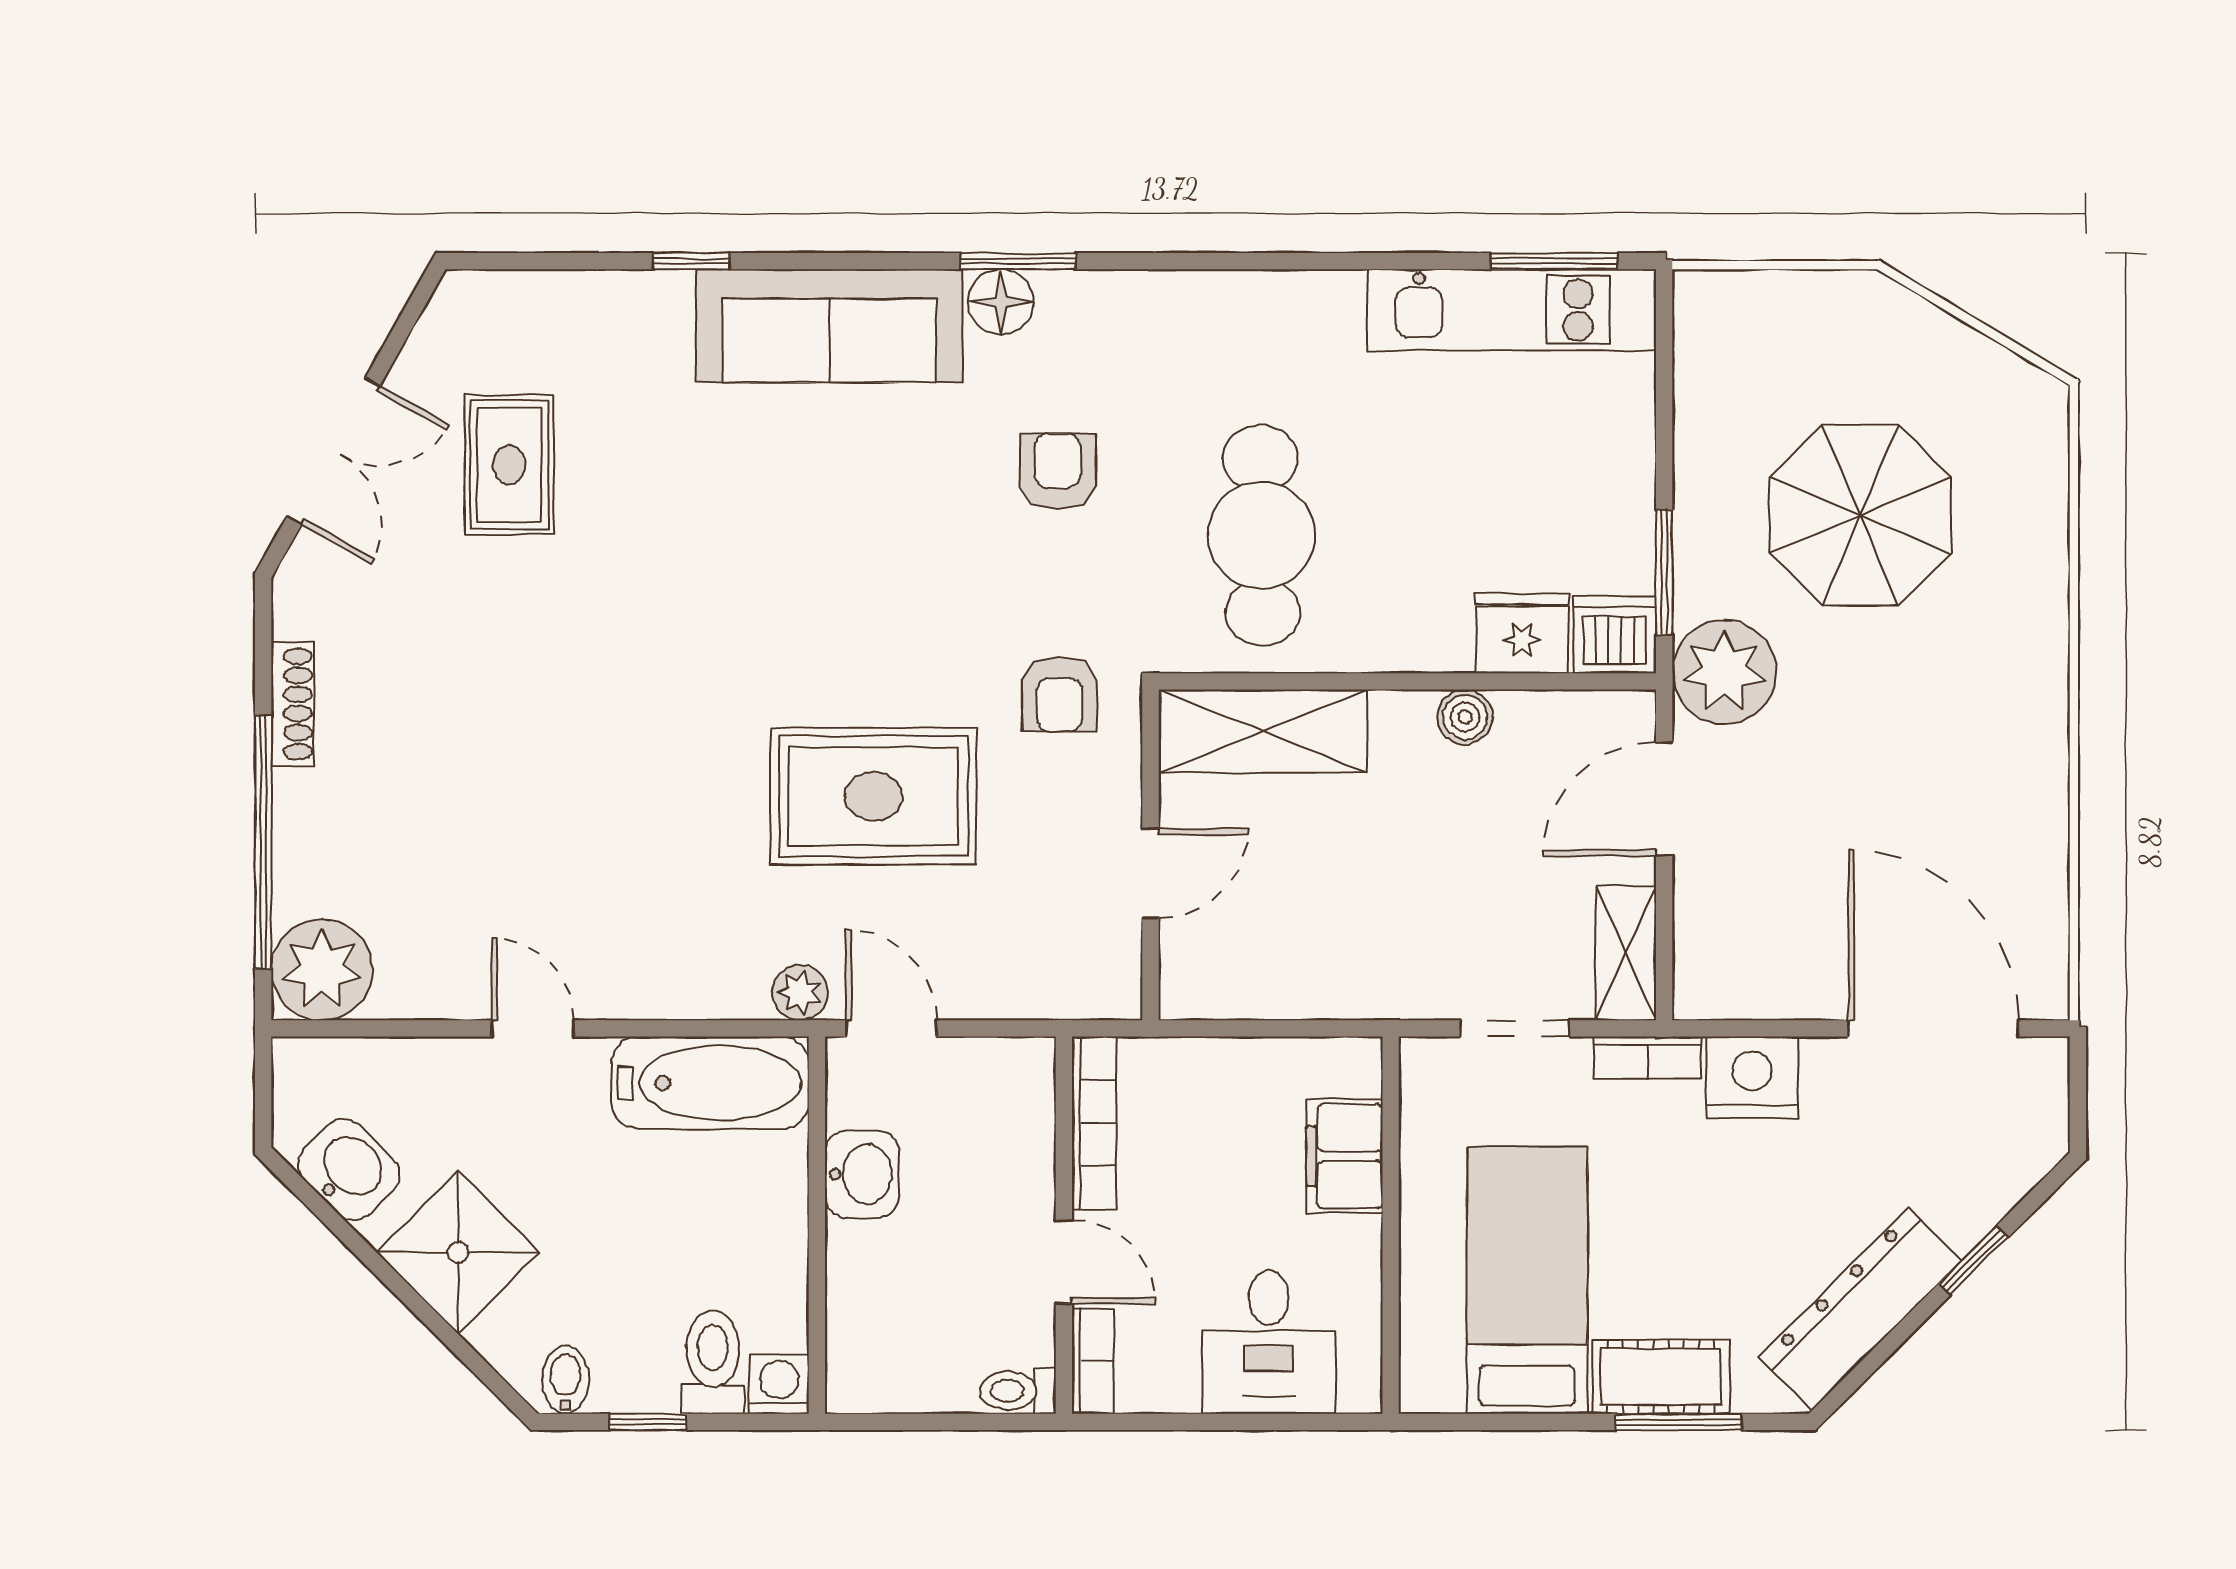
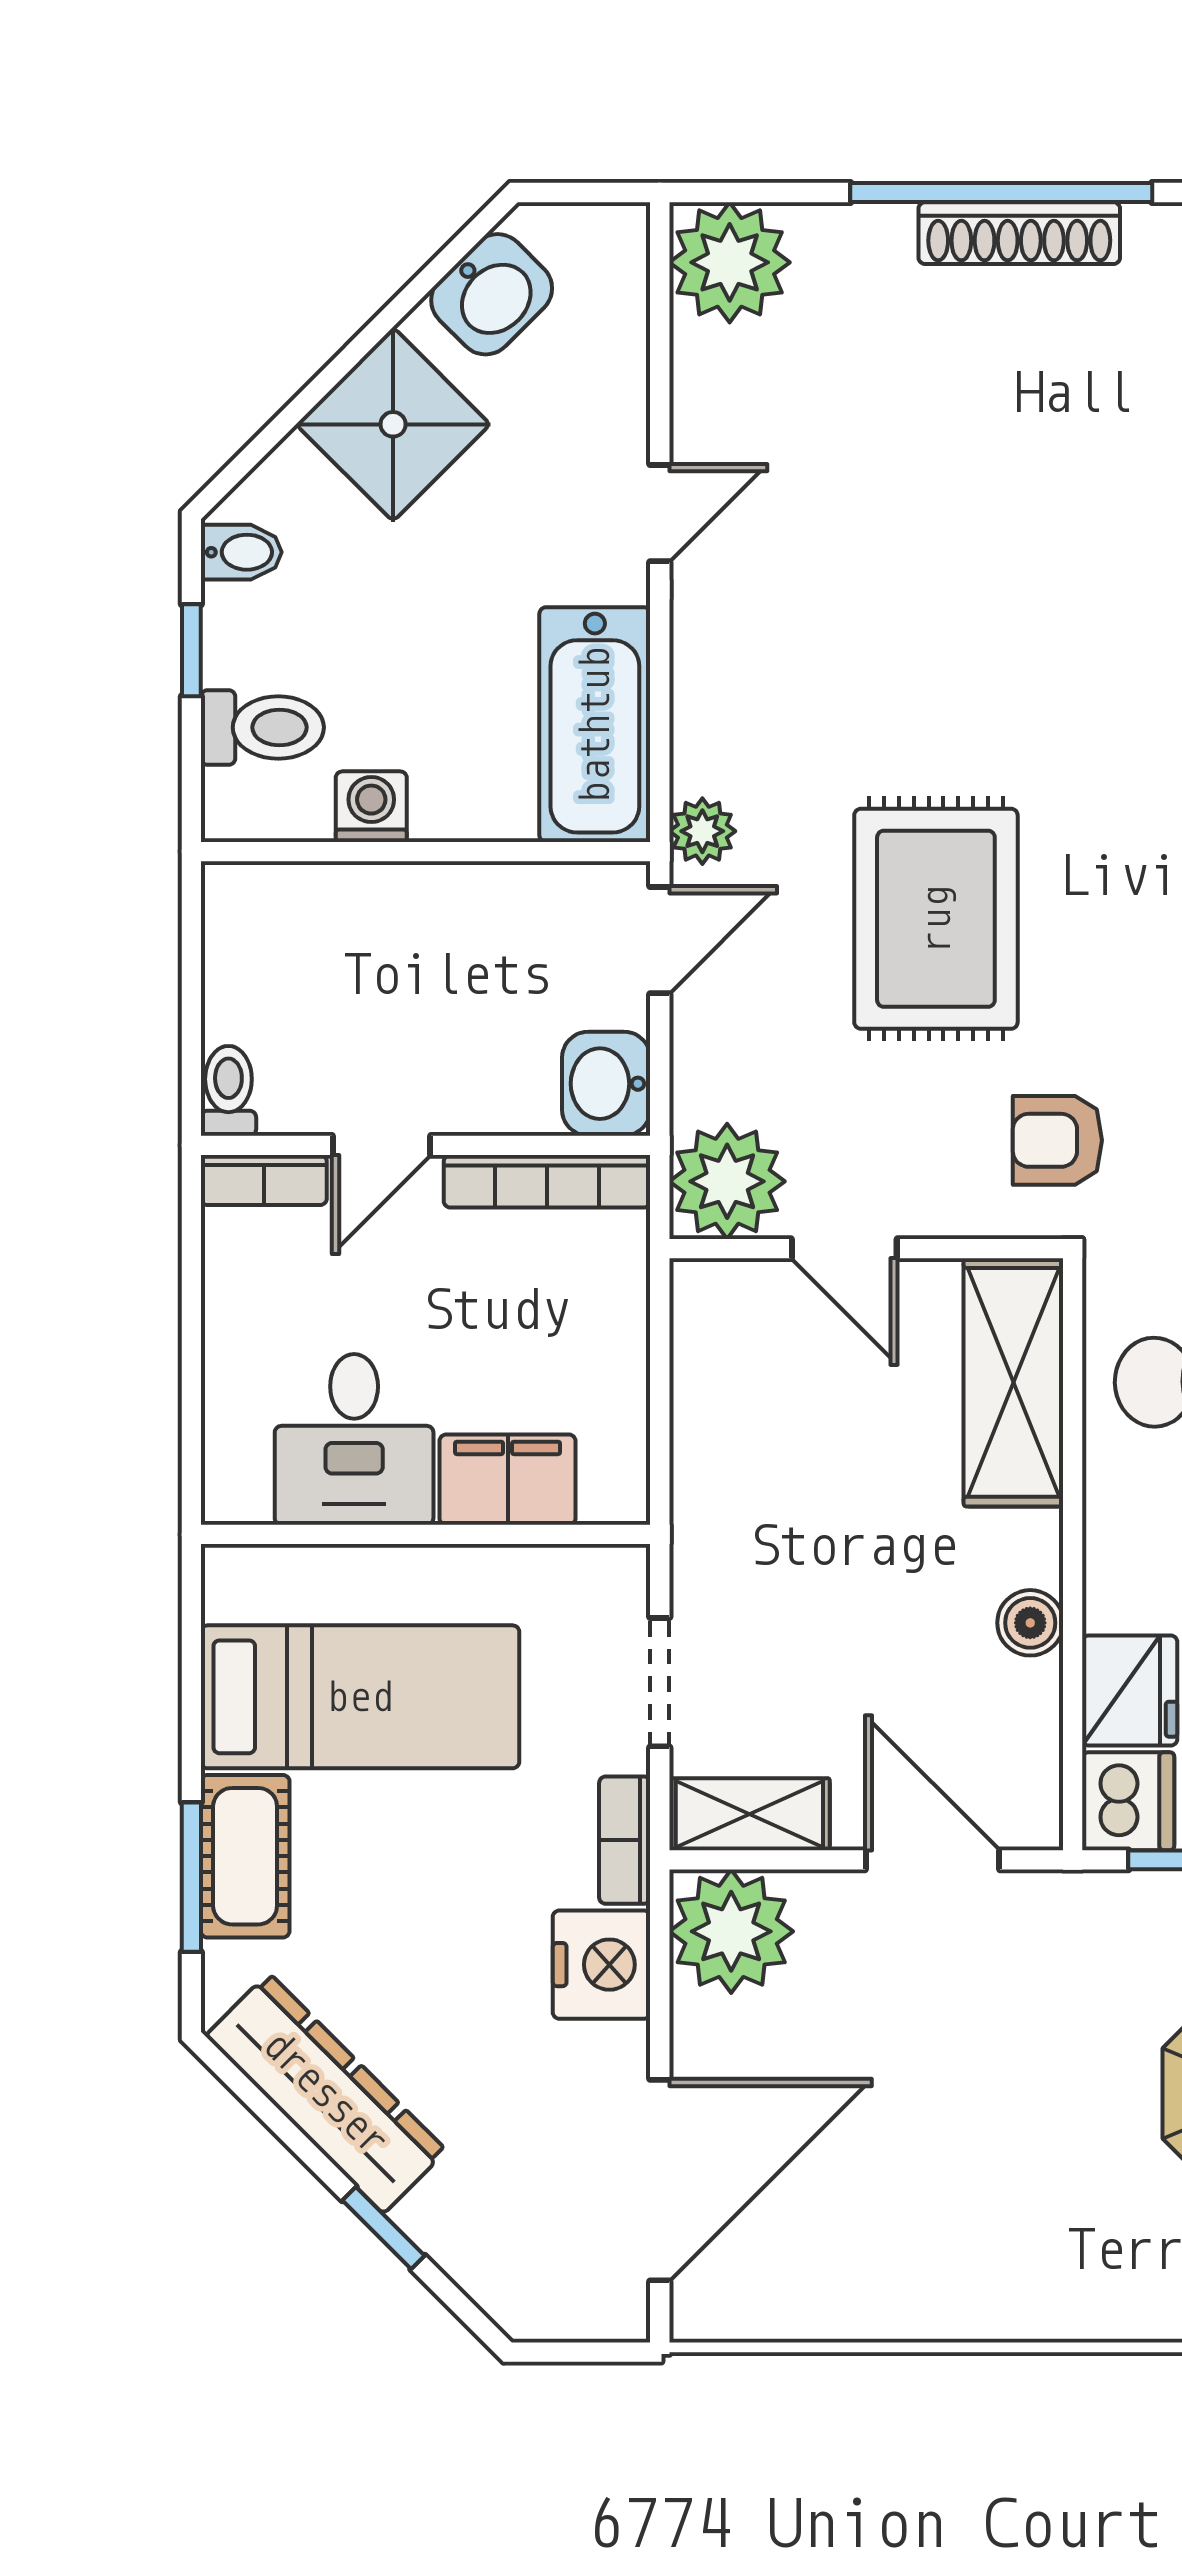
plant: (1724, 672) -> (731, 1931), moved
shoe rack: (292, 704) -> (1019, 233), width x1.36, depth x1.24
window: (263, 842) -> (1001, 193), moved
plant: (1094, 972) -> (727, 1181), added
washbasin: (862, 1174) -> (606, 1084), moved, turned 90
desk: (1269, 1342) -> (354, 1439), moved, turned -90
washing machine: (779, 1384) -> (371, 807), moved, turned -90

